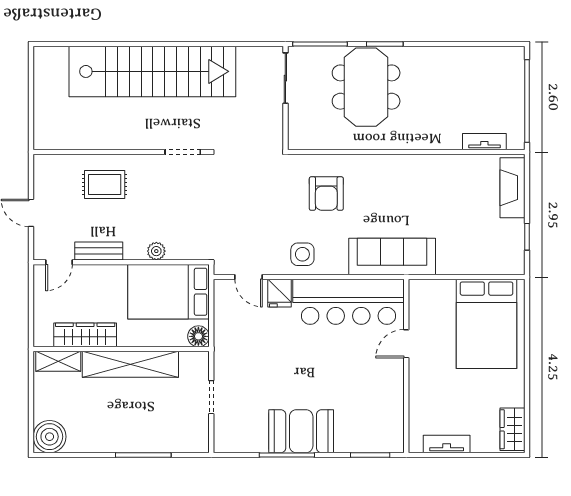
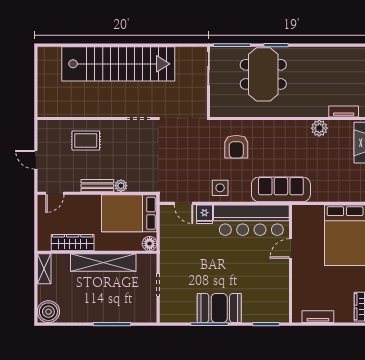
plant: (449, 166) -> (319, 128), added
bench: (99, 251) -> (97, 186), moved
shelving: (58, 361) -> (44, 269), moved, turned 90

